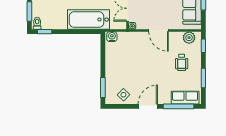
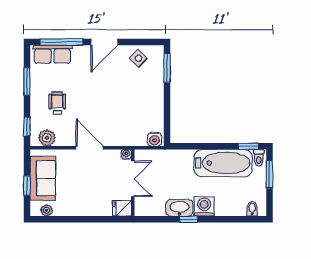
bathtub: (89, 20) -> (223, 163), moved

